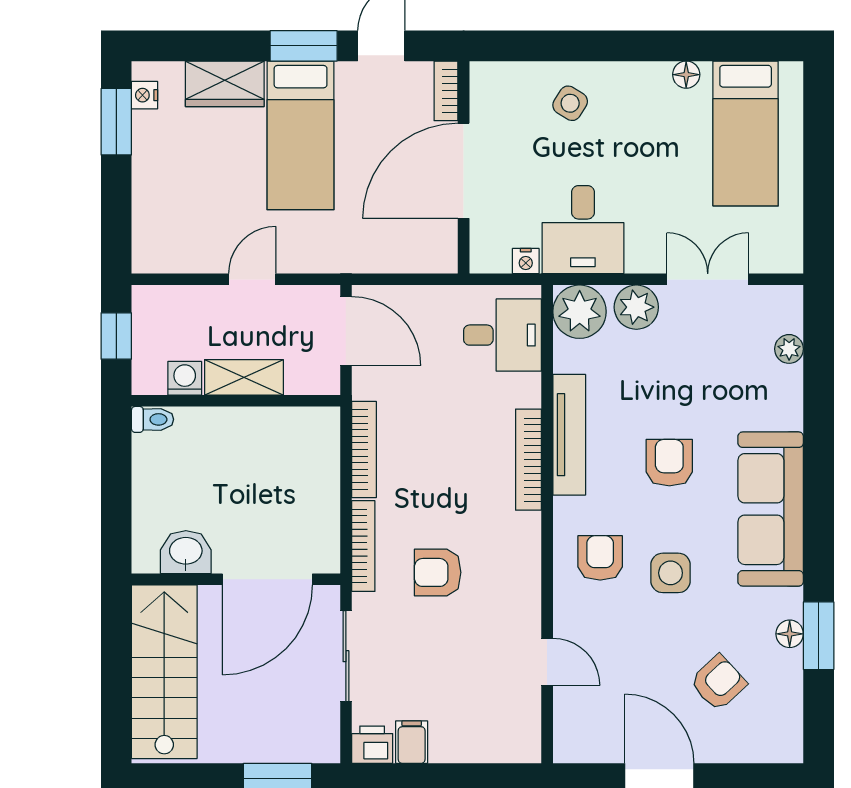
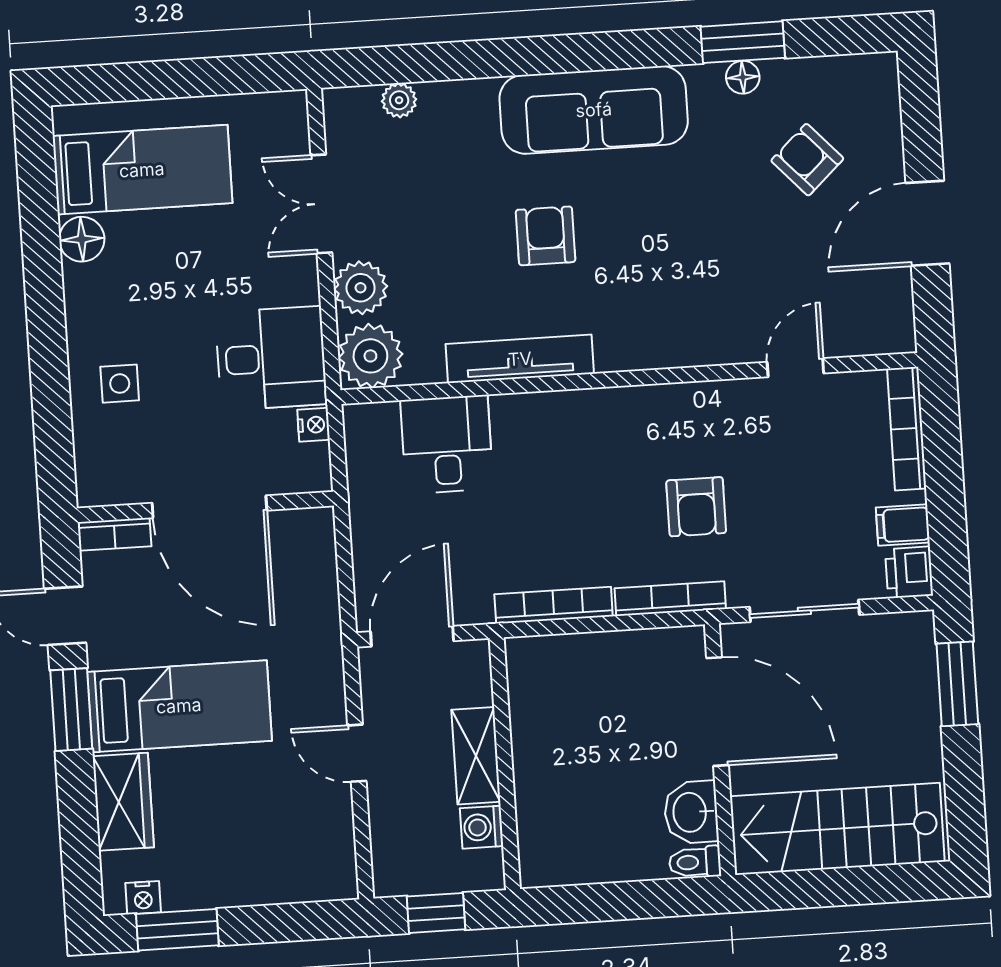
floor lamp: (686, 75) -> (82, 239), width x1.37, depth x1.37
side table: (570, 103) -> (120, 384), turned -32
desk: (502, 335) -> (447, 444), moved
toilet: (153, 419) -> (695, 862), moved, turned -90
bookcase: (529, 460) -> (907, 429), moved, turned 90
armchair: (669, 463) -> (546, 236), turned 90
armchair: (600, 558) -> (666, 312), removed
side table: (671, 573) -> (679, 226), removed

